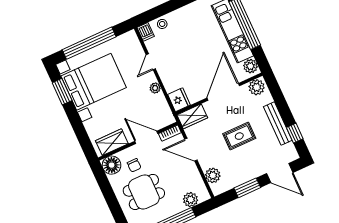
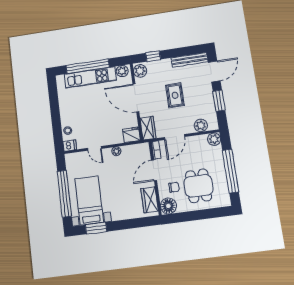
bed with nightstands: (94, 82) -> (89, 200), width x0.73
bench: (278, 124) -> (190, 60), moved
window: (295, 133) -> (153, 56), moved
plant: (190, 200) -> (214, 139), moved

